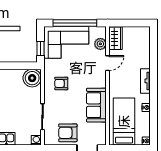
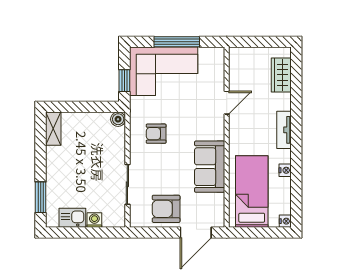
window: (75, 23) -> (177, 42), width x0.68
wardrobe: (115, 38) -> (281, 75), moved, turned 180
plant: (100, 44) -> (216, 74), removed
boiler: (32, 78) -> (118, 119), width x0.54, depth x0.54
washing machine: (36, 140) -> (94, 220), moved

